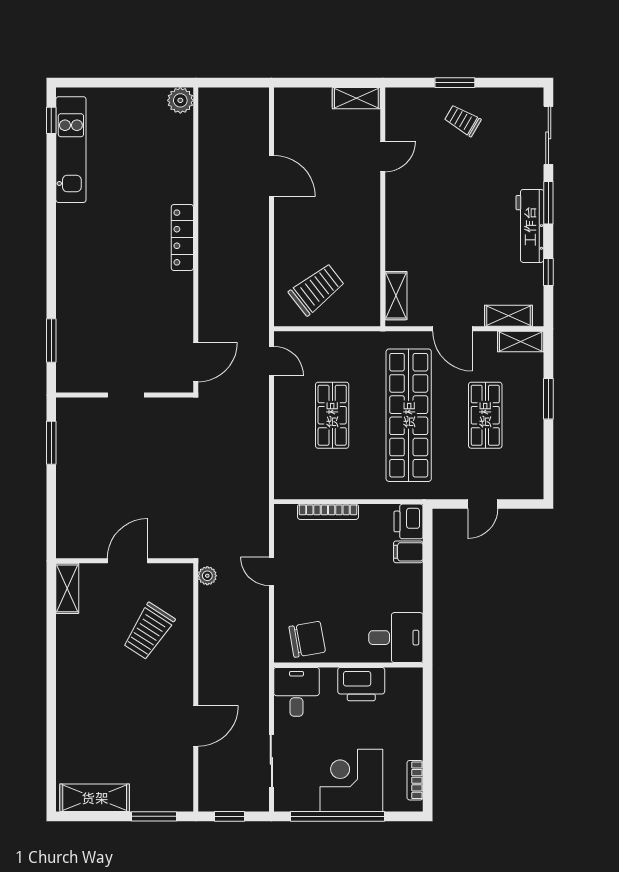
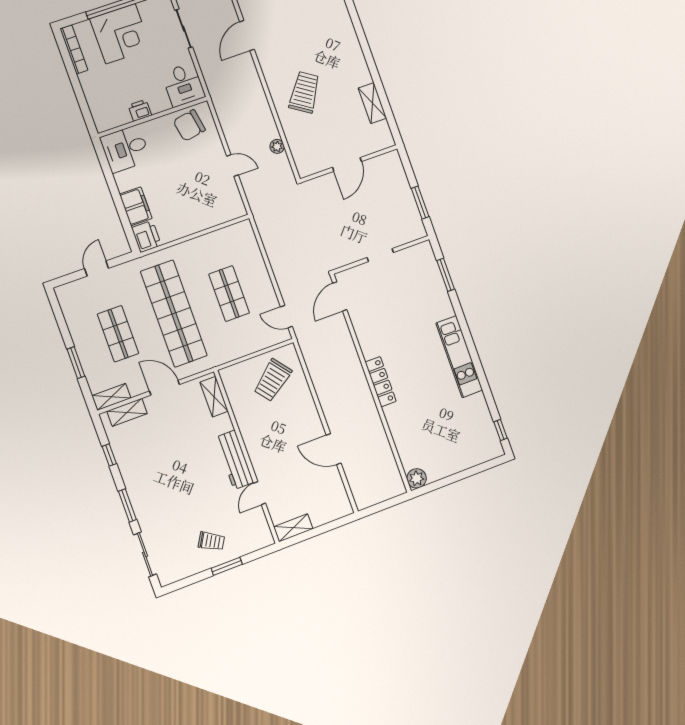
kitchen unit: (71, 150) -> (459, 357), moved
workbench: (530, 226) -> (234, 460), moved, turned 180
bookcase: (328, 512) -> (207, 223), removed
filing cabinet: (408, 552) -> (136, 206), width x2.00
wall: (125, 561) -> (349, 164), moved
door: (127, 561) -> (347, 164), moved
printer: (361, 684) -> (140, 110), width x0.53, depth x0.68
bookcase: (415, 780) -> (74, 49), width x1.56

